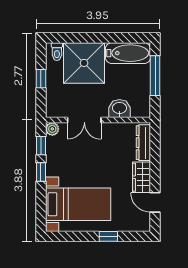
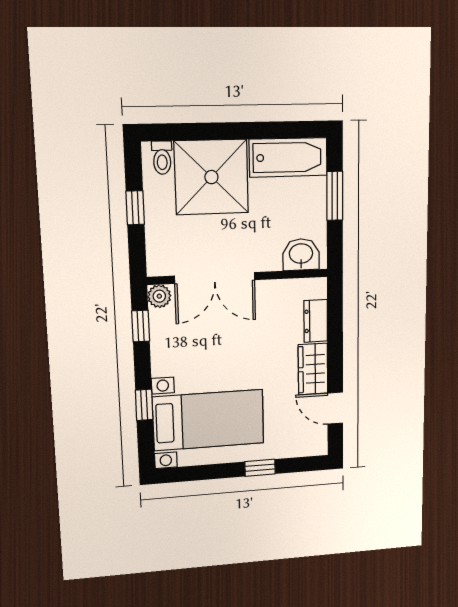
window: (155, 76) -> (335, 196), width x0.69
washbasin: (120, 109) -> (301, 254), moved
double door: (84, 120) -> (215, 278), width x1.37
dresser: (143, 143) -> (316, 321), width x0.70
window: (41, 172) -> (144, 405), moved

